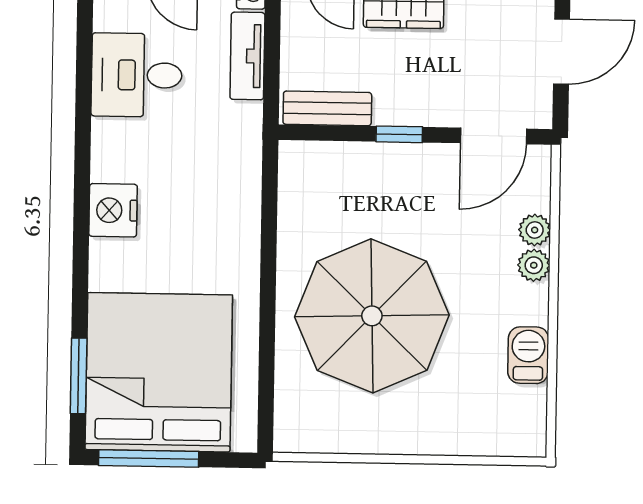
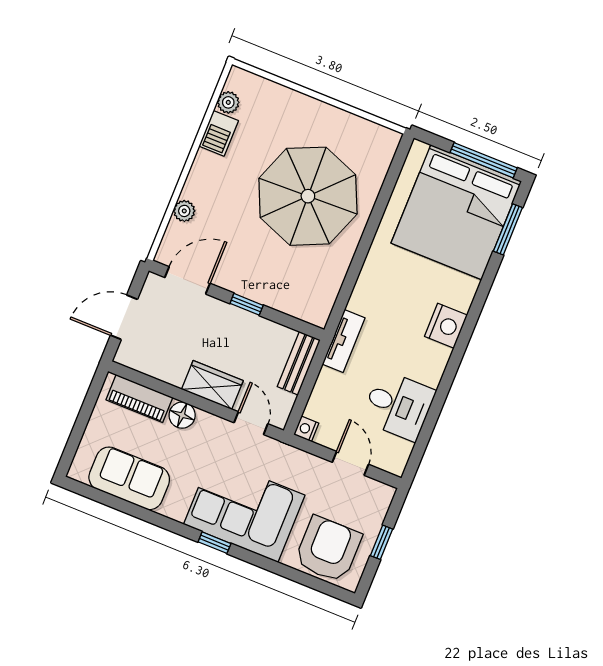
tv unit: (247, 56) -> (344, 341), moved
bench: (327, 108) -> (299, 363), moved, turned 90
plant: (534, 265) -> (228, 102), moved

